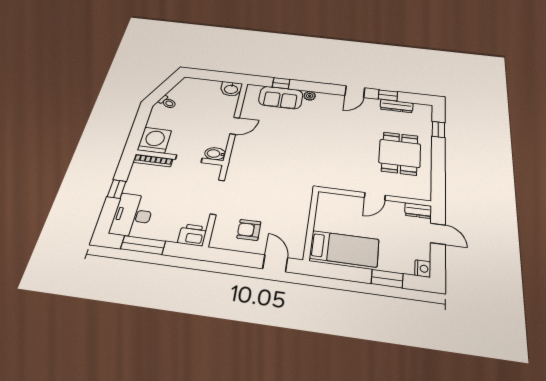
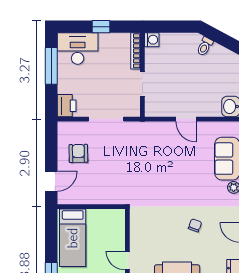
chair: (343, 131) -> (195, 225), added
washing machine: (155, 140) -> (152, 40), width x0.53, depth x0.53
bidet: (215, 154) -> (151, 107), removed

